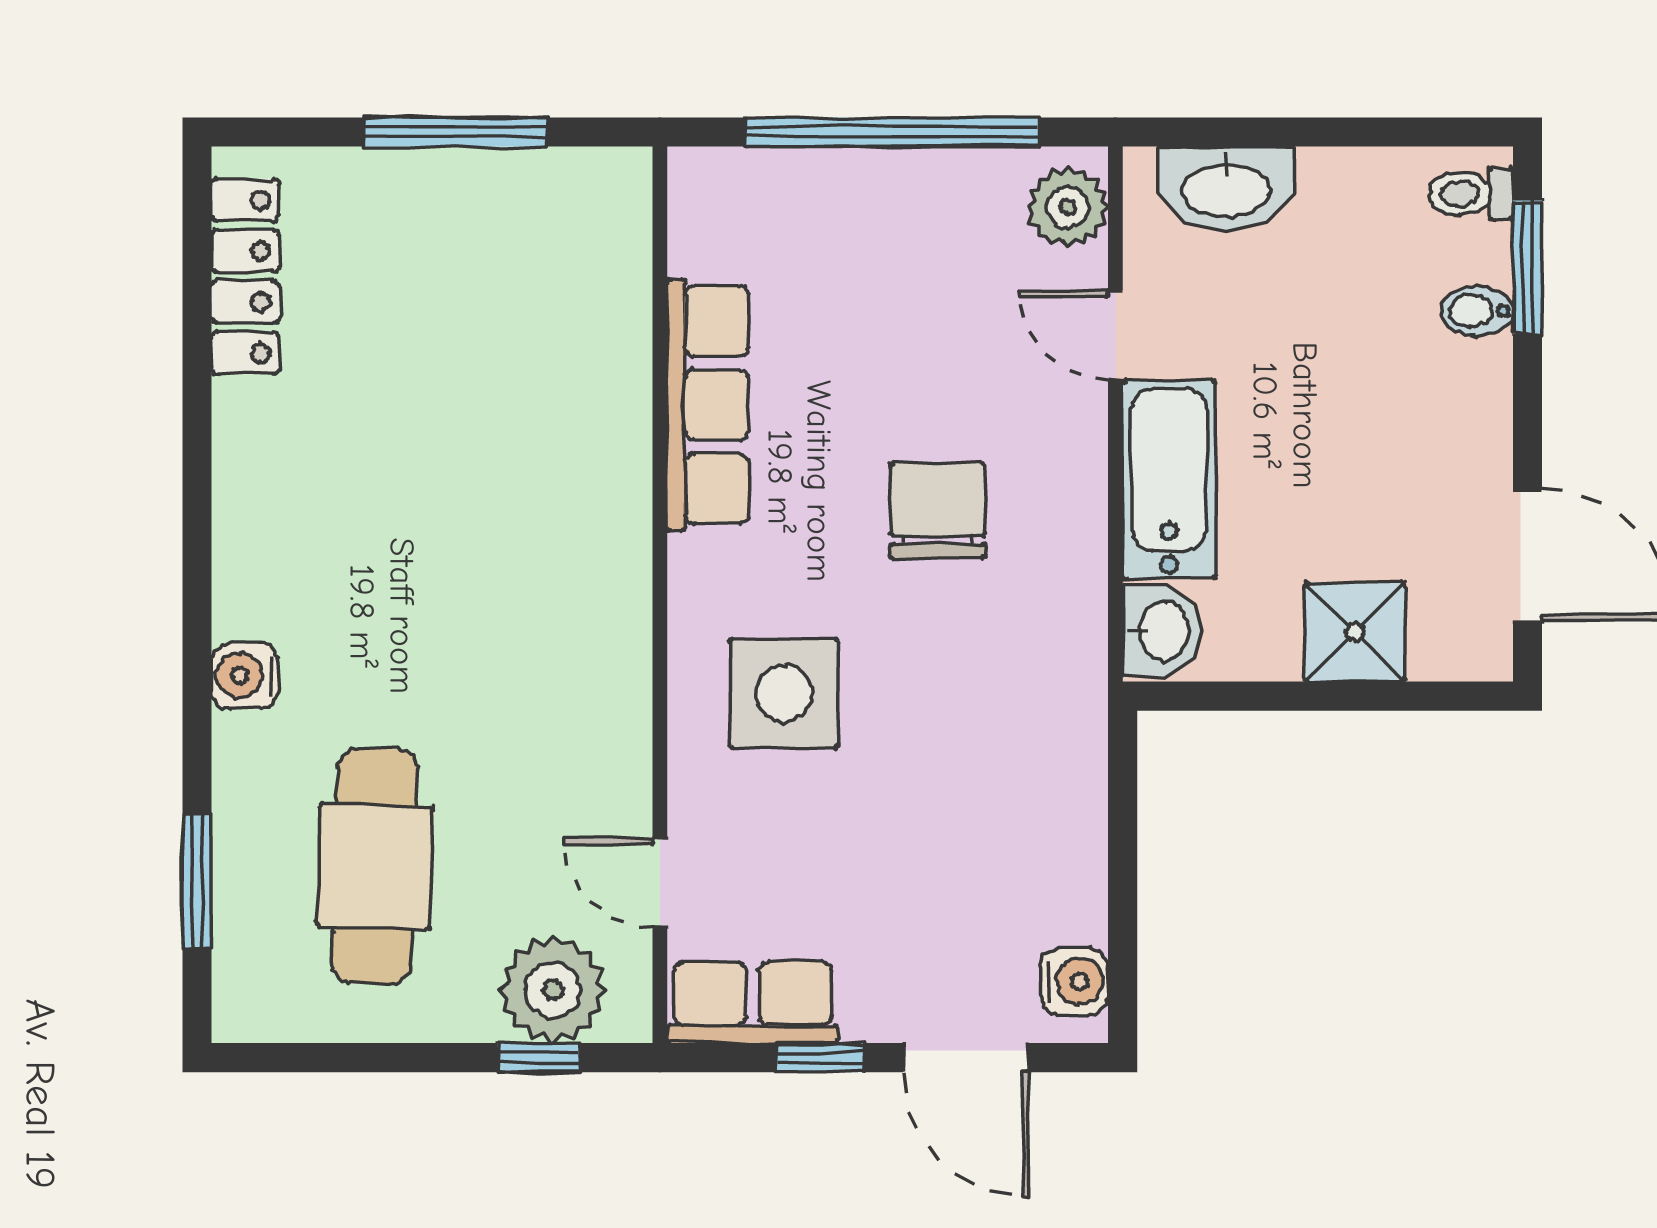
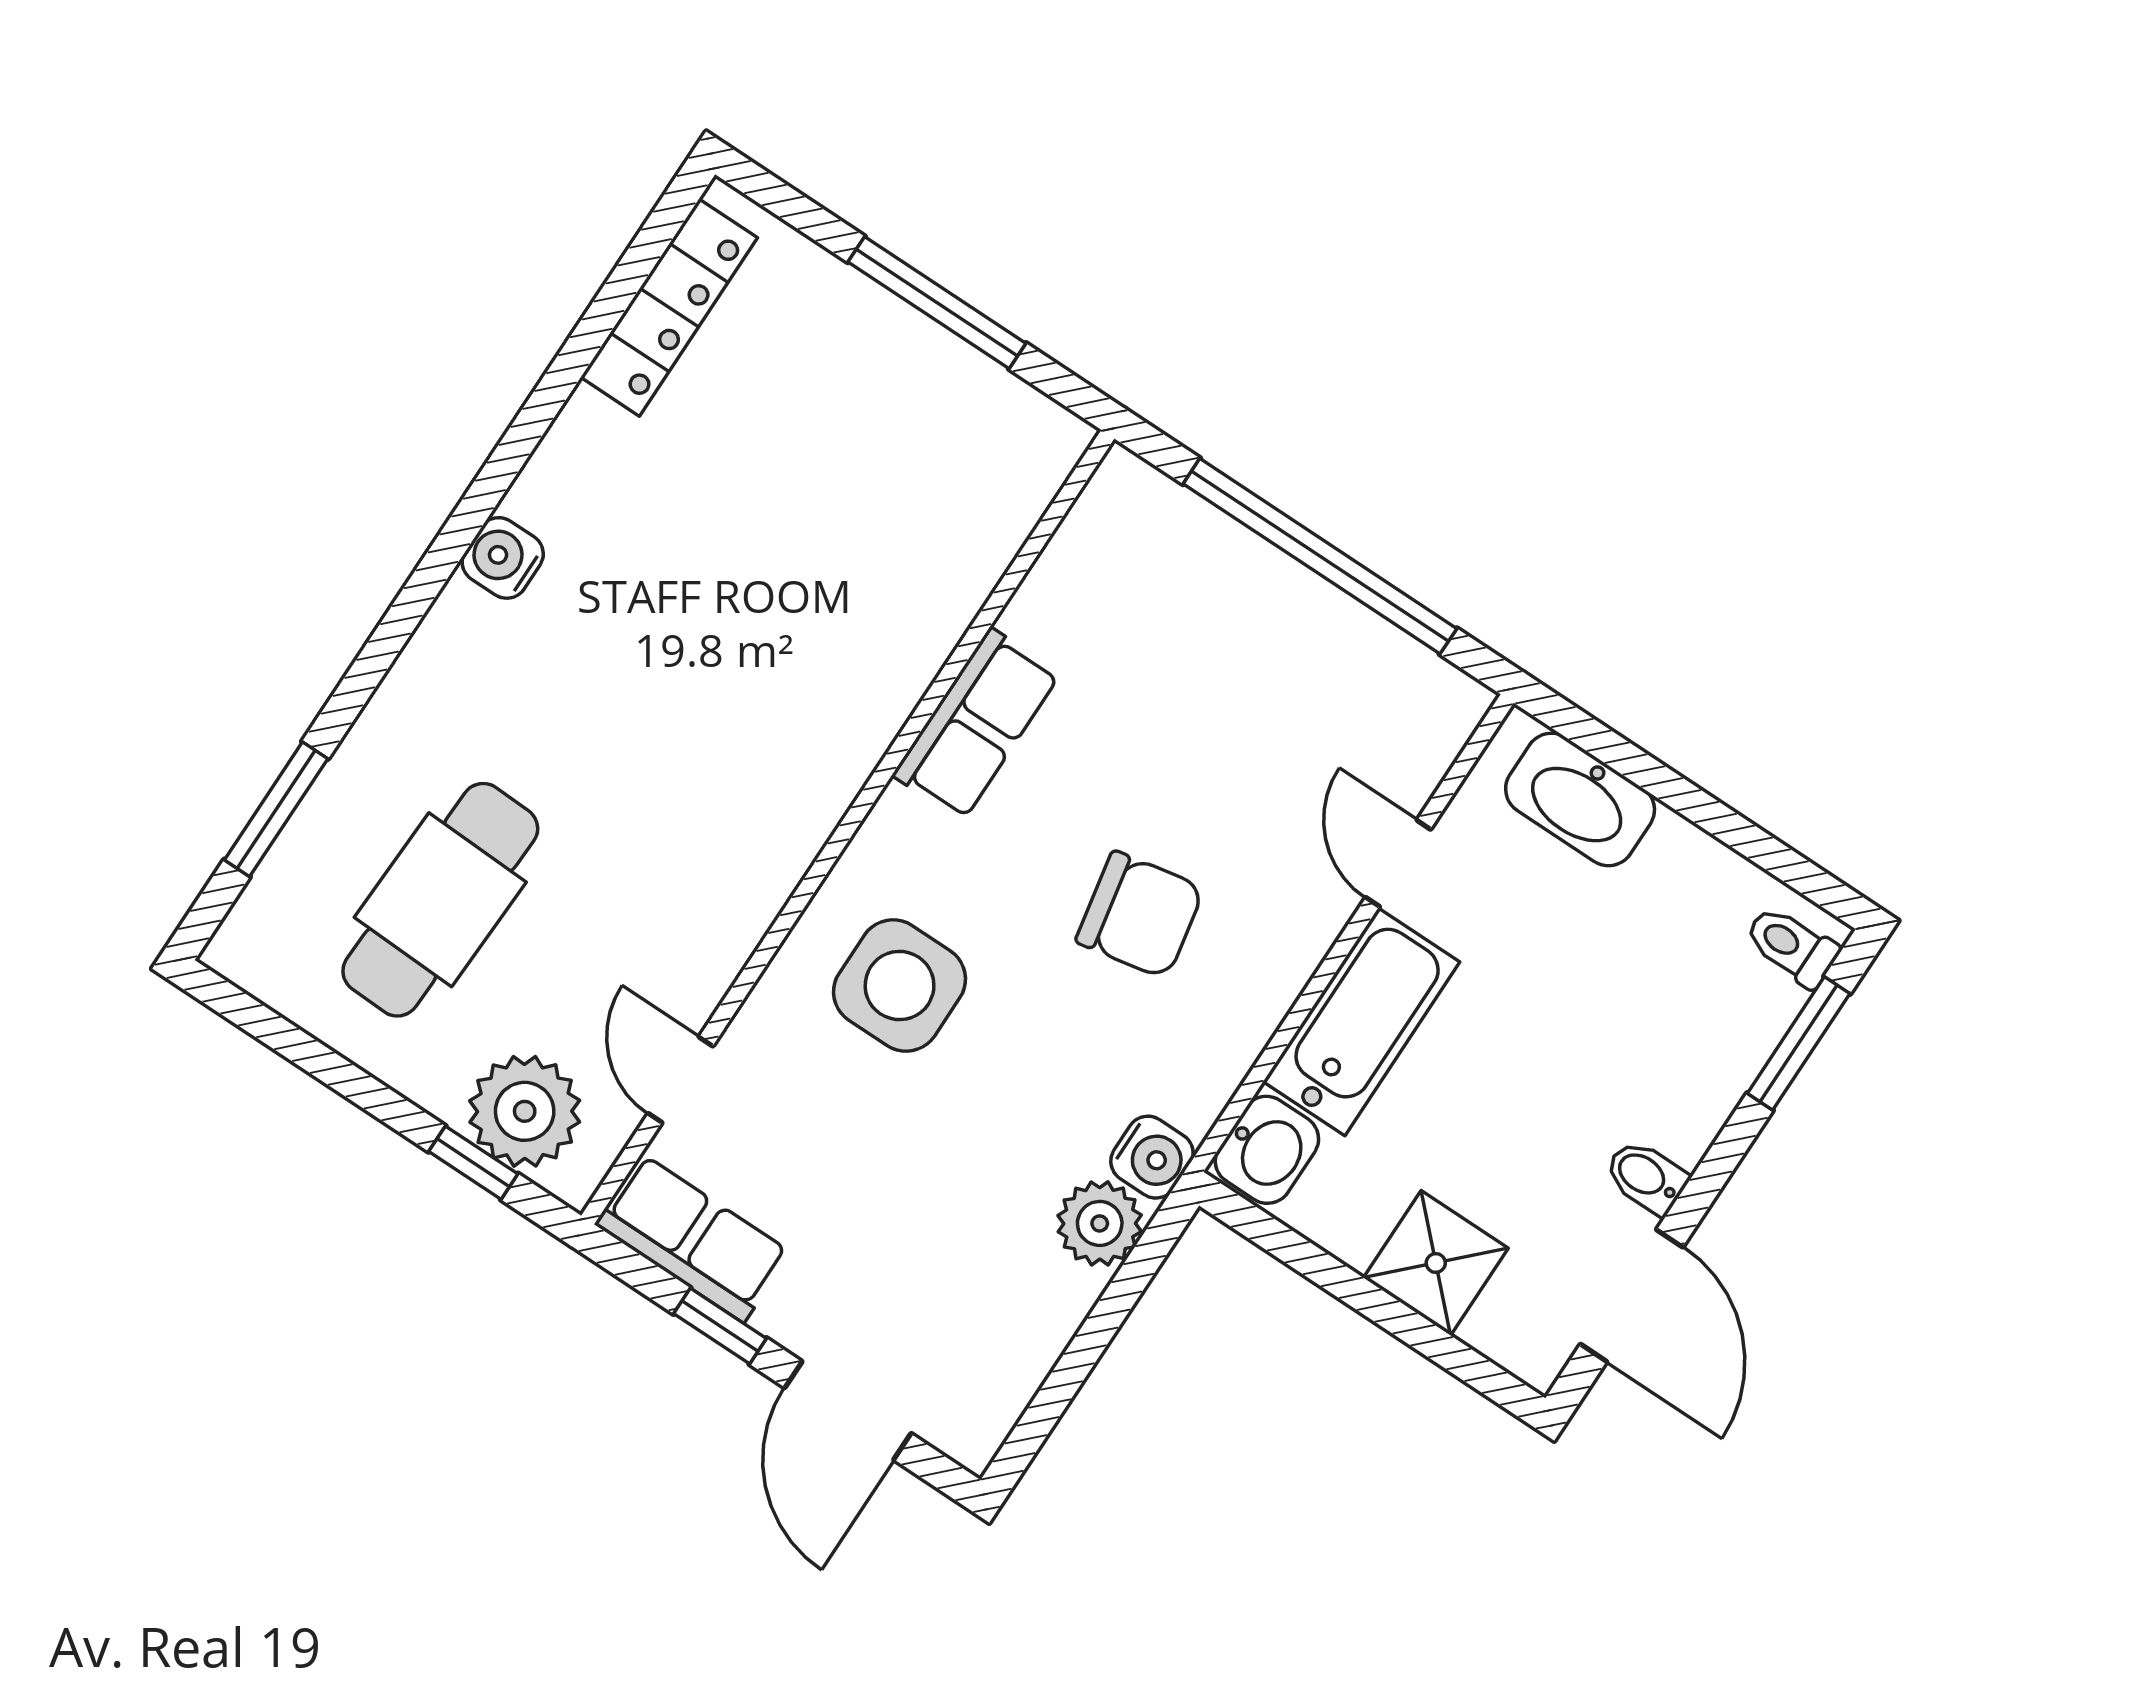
plant: (1068, 207) -> (1100, 1223), moved
bidet: (1477, 311) -> (1646, 1177), moved
row of seats: (708, 405) -> (976, 724), width x0.68
chair: (937, 511) -> (1140, 915), turned 79
water cooler: (245, 676) -> (503, 558), moved
water cooler: (1074, 981) -> (1152, 1157), moved

